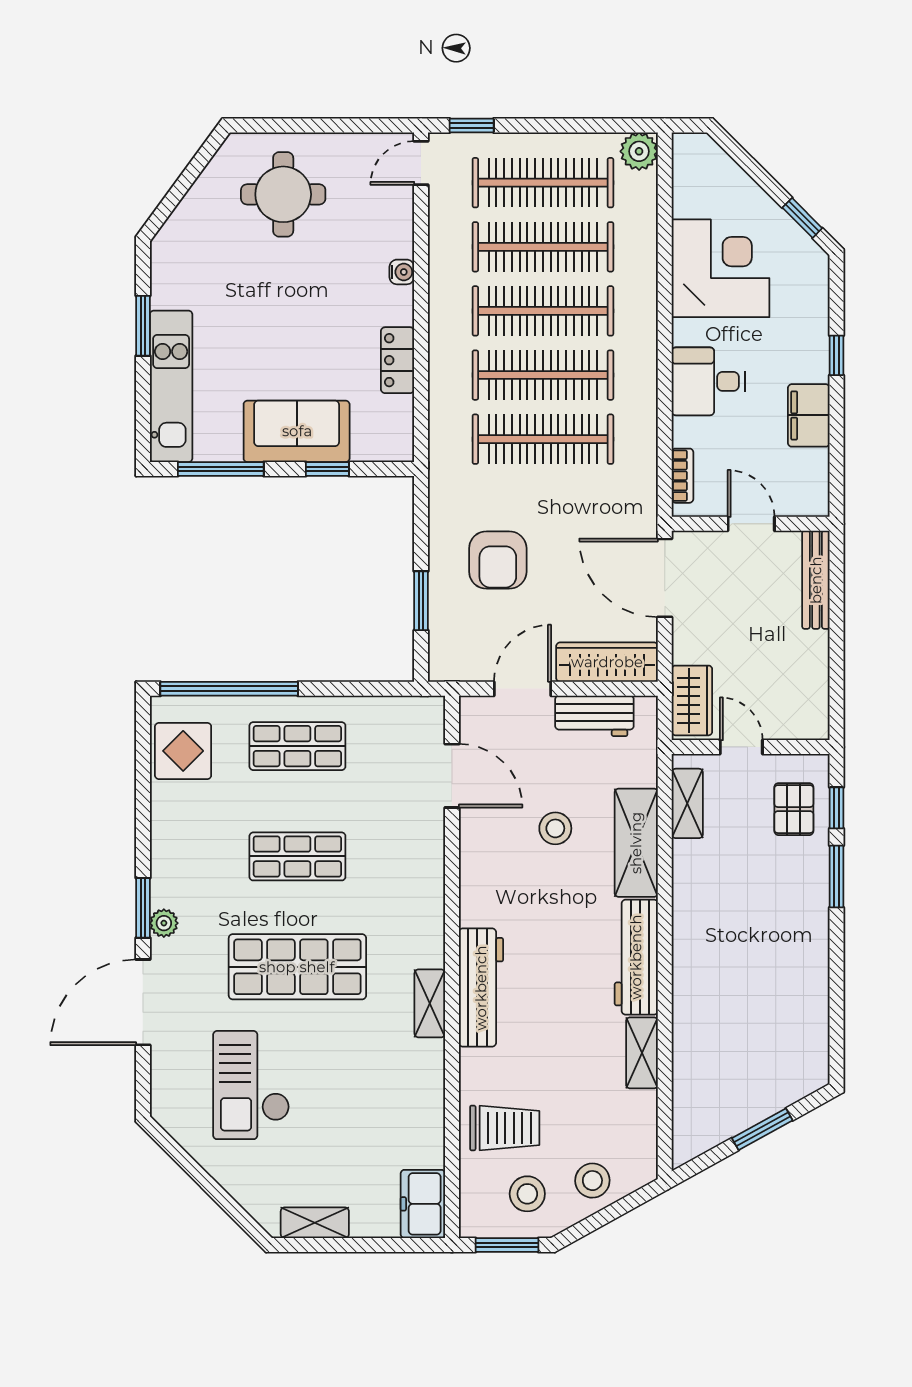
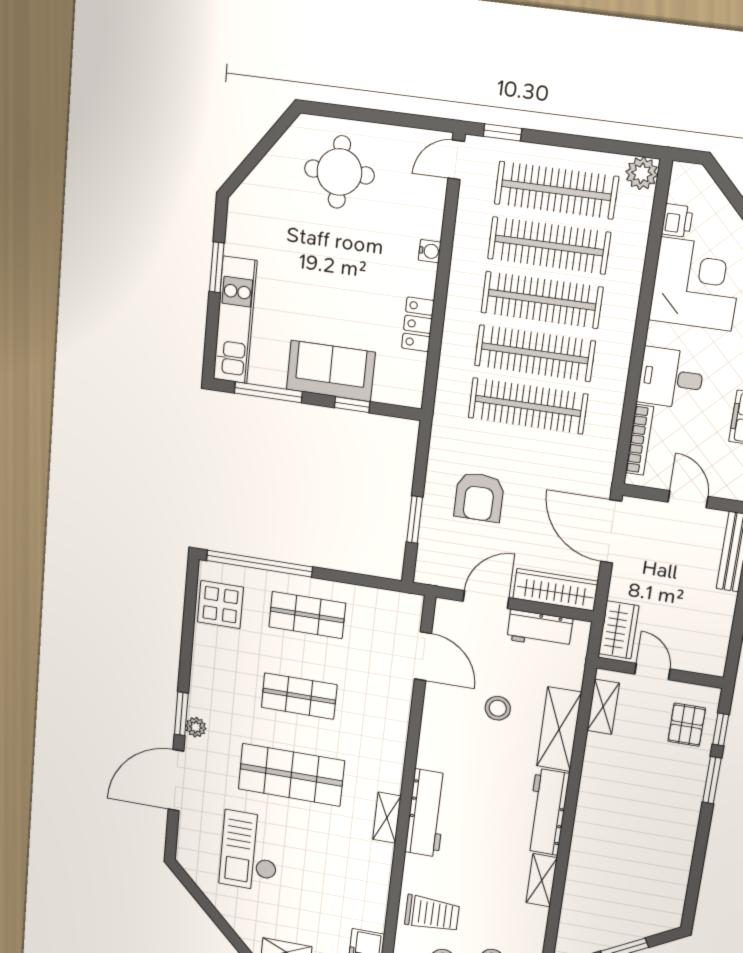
printer: (688, 199) -> (677, 221), added
bookcase: (683, 476) -> (640, 440), width x1.56

